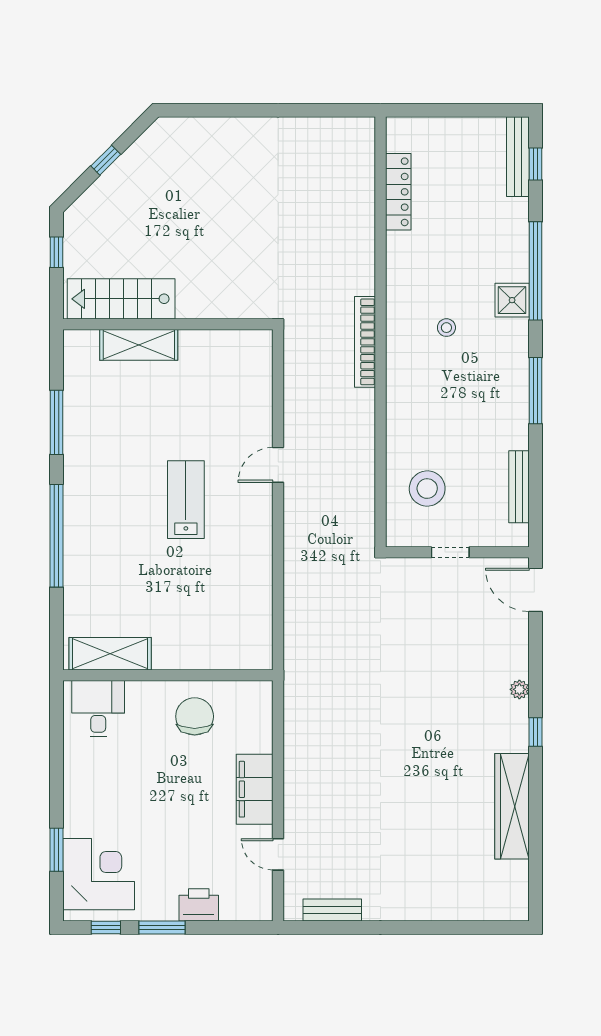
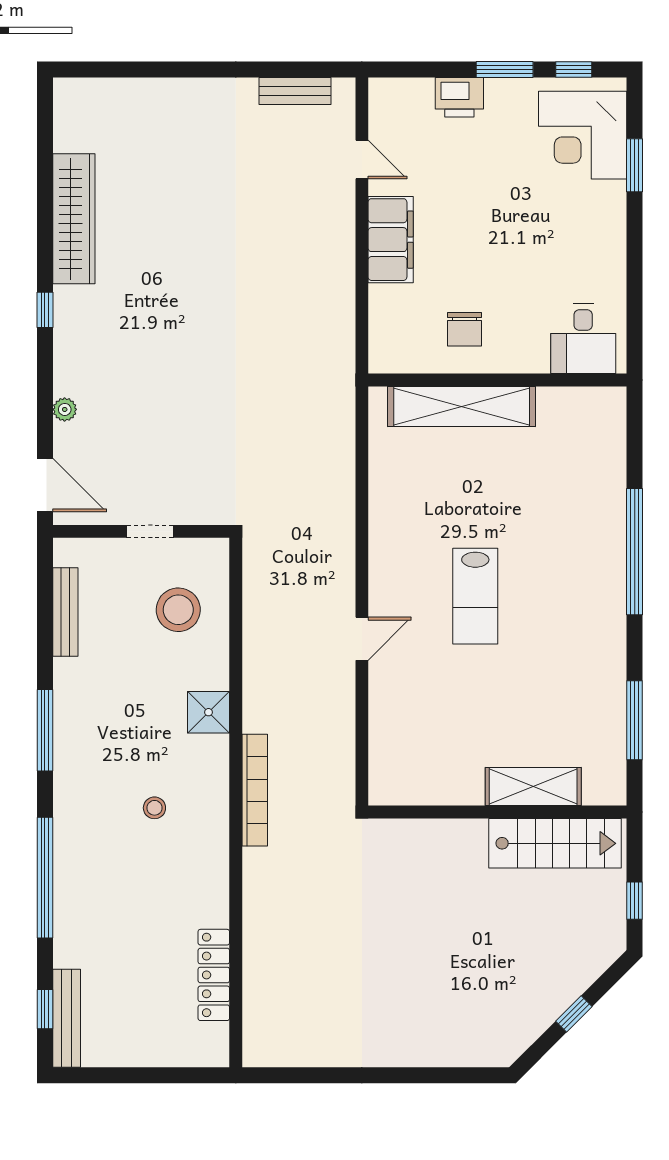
shower: (512, 300) -> (208, 712), moved
window: (56, 422) -> (635, 720), moved
shelving: (110, 654) -> (462, 406), moved, width x1.47
plant: (519, 689) -> (65, 409), moved
chair: (195, 716) -> (465, 329), width x0.73, depth x0.73

